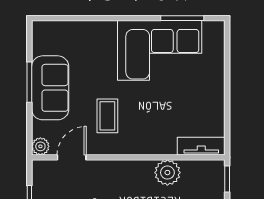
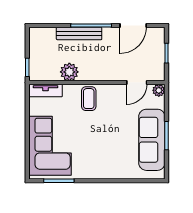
corner sofa: (160, 50) -> (50, 146), moved, turned 90
sofa: (50, 88) -> (152, 140), width x1.36
coffee table: (107, 116) -> (89, 99), moved

